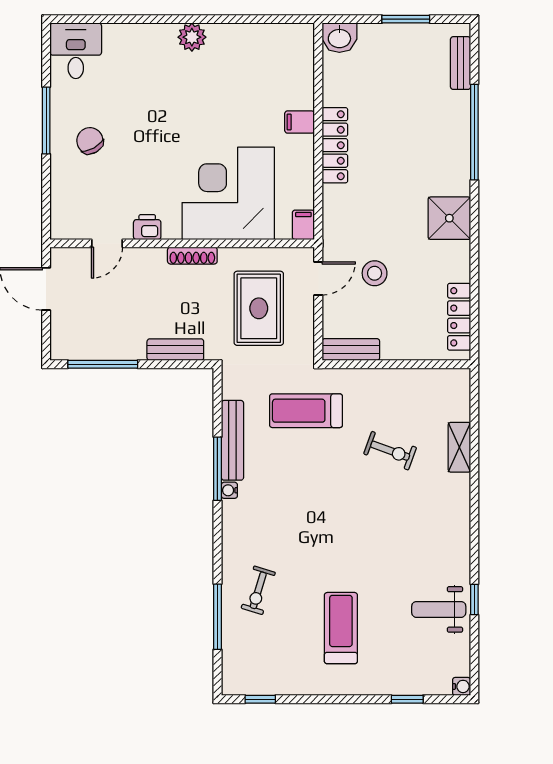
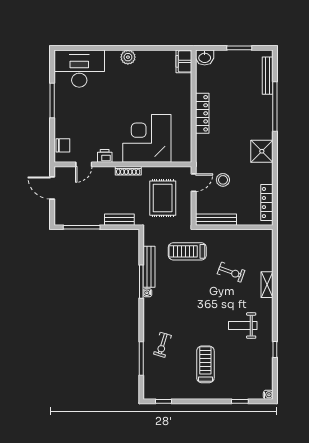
desk: (76, 51) -> (79, 69), width x1.87, depth x1.30
bench: (461, 63) -> (268, 76), width x1.36
filing cabinet: (300, 122) -> (184, 61), moved, width x2.00
chair: (90, 141) -> (63, 145), moved, turned 119
filing cabinet: (303, 225) -> (186, 155), removed
bench: (351, 350) -> (216, 220), width x1.36
shelving: (459, 447) -> (267, 285), moved
weight bench: (439, 609) -> (243, 326), moved

